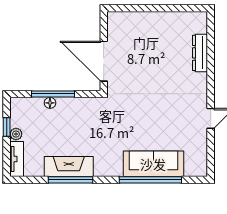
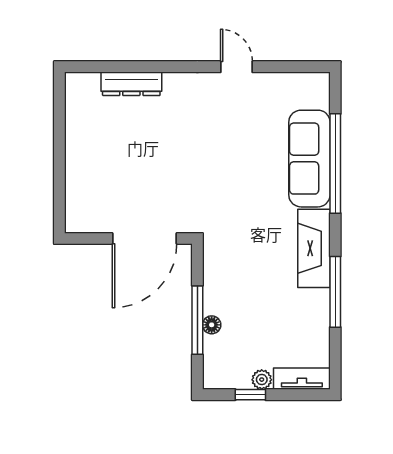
fireplace: (69, 167) -> (314, 248), moved

